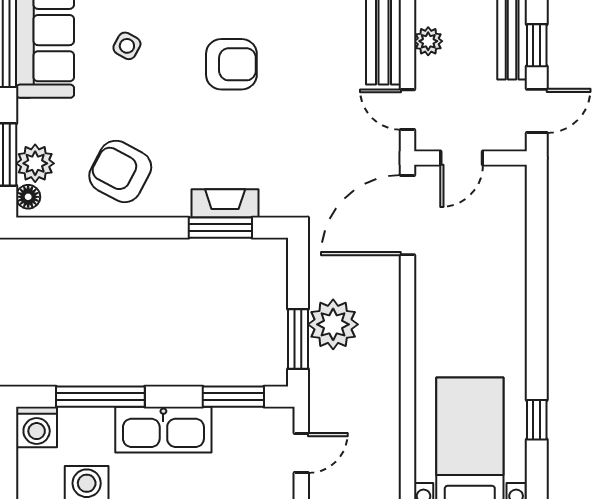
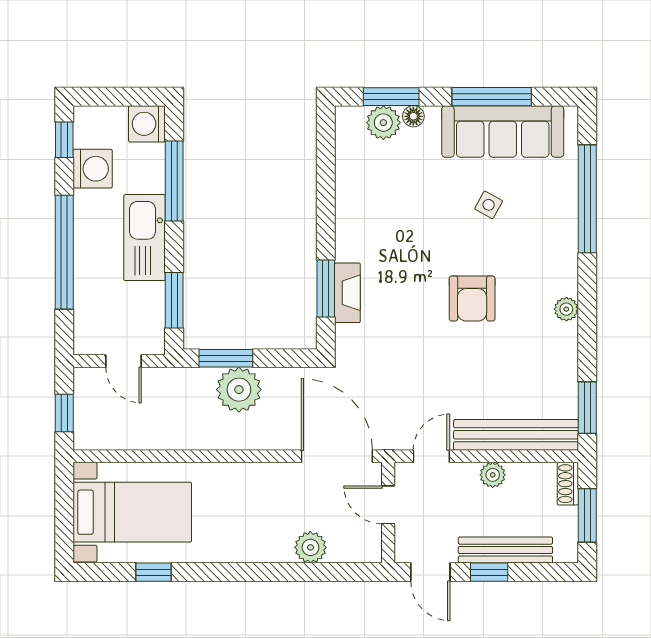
armchair: (120, 171) -> (376, 199), removed
floor lamp: (28, 197) -> (413, 116), moved
plant: (509, 245) -> (310, 547), added

